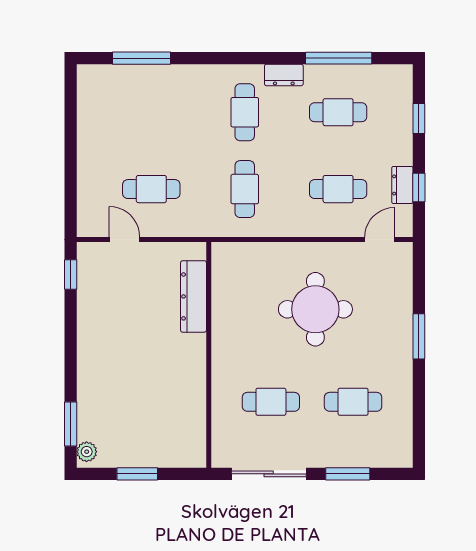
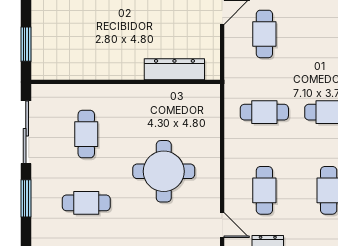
cafe table: (353, 402) -> (86, 203), turned 90
window: (137, 474) -> (26, 44), moved

